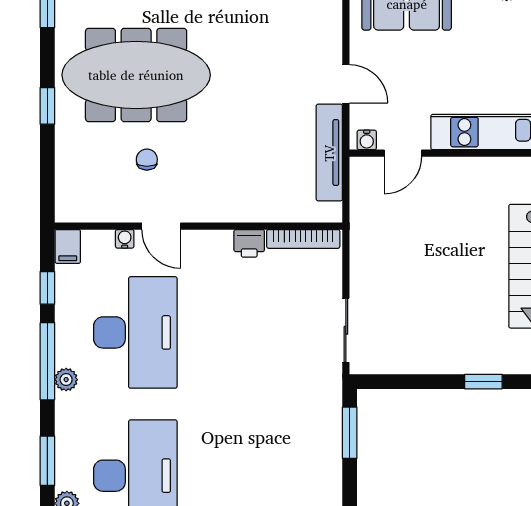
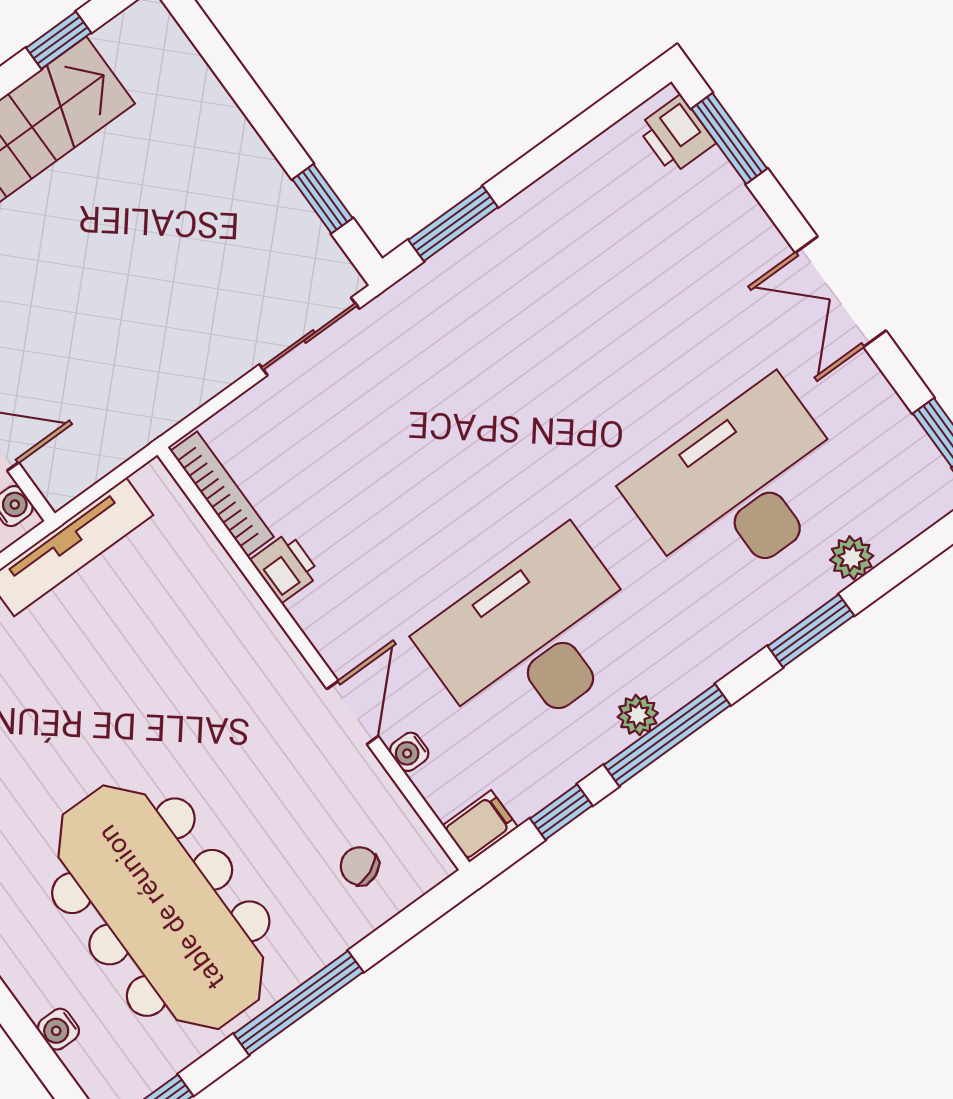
window: (47, 106) -> (298, 1003), width x2.17
chair: (147, 160) -> (360, 866), moved, turned 67
plant: (66, 380) -> (638, 715), moved
window: (483, 382) -> (322, 199), moved

